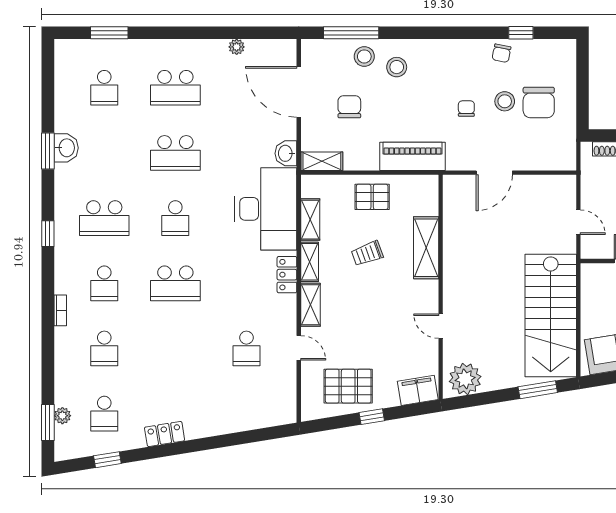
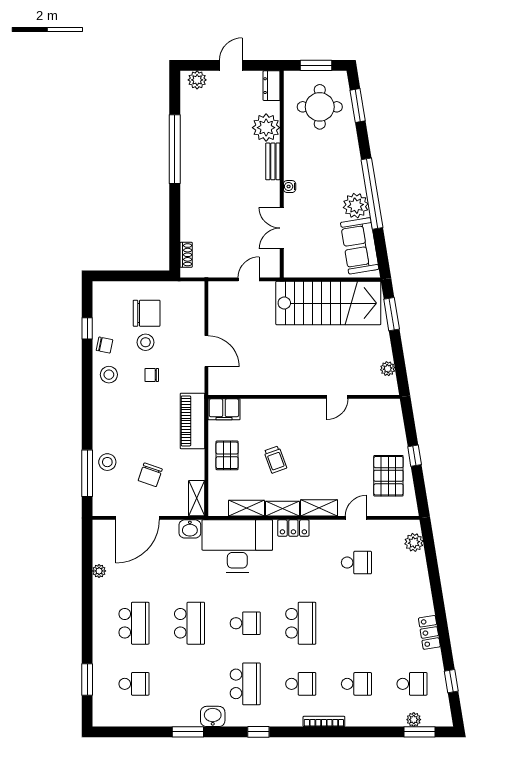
stool: (397, 67) -> (109, 375), moved
chair: (349, 107) -> (150, 475), turned -71
washbasin: (66, 148) -> (213, 716), moved
shelving: (426, 248) -> (271, 409), removed
bookcase: (60, 310) -> (324, 721), width x1.56
plant: (465, 379) -> (388, 369), width x0.53, depth x0.53
filing cabinet: (418, 390) -> (224, 409), moved, turned -81
plant: (270, 416) -> (414, 542), added

